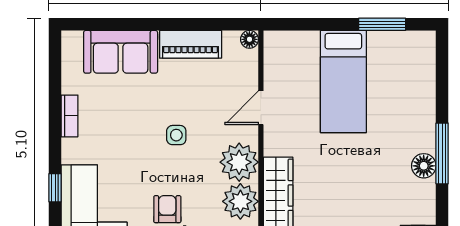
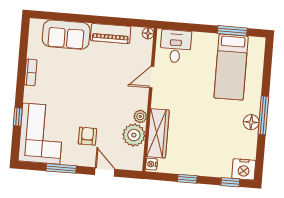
desk: (295, 56) -> (176, 46), added
bed: (343, 81) -> (231, 67), moved
side table: (176, 135) -> (97, 90), removed
plant: (239, 162) -> (140, 116), width x0.53, depth x0.53

